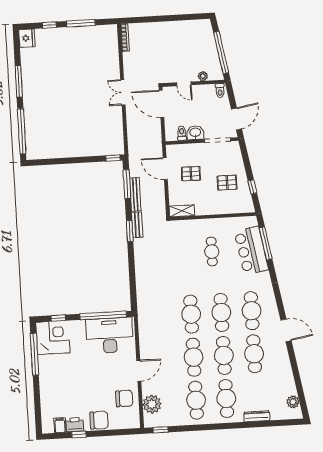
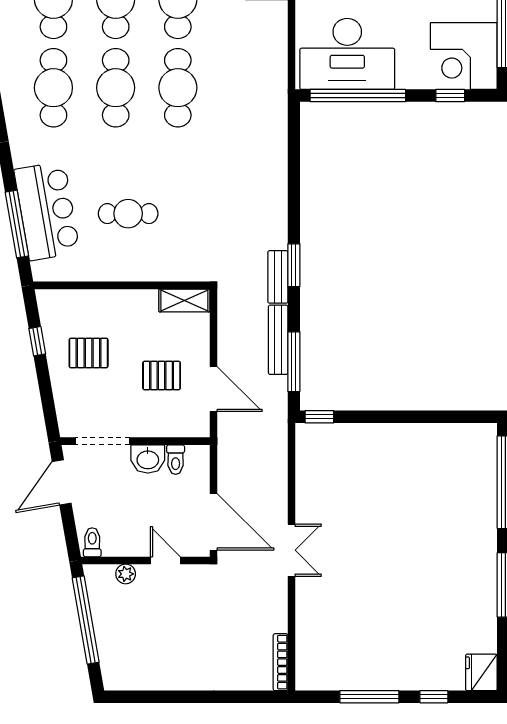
cafe table: (212, 252) -> (128, 214), turned 90

